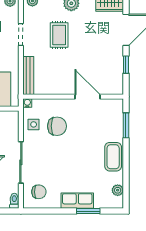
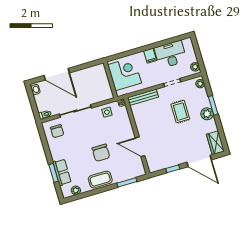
rug: (59, 35) -> (180, 112), turned 90
door: (88, 97) -> (140, 147), swing flipped
chair: (57, 126) -> (101, 153), moved
row of seats: (77, 201) -> (62, 172), moved

